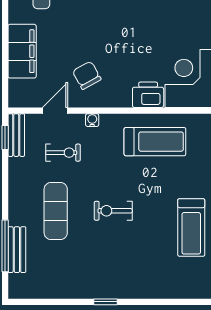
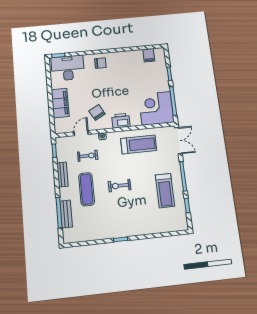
printer: (148, 95) -> (121, 121), moved
bench: (16, 135) -> (63, 175), moved

